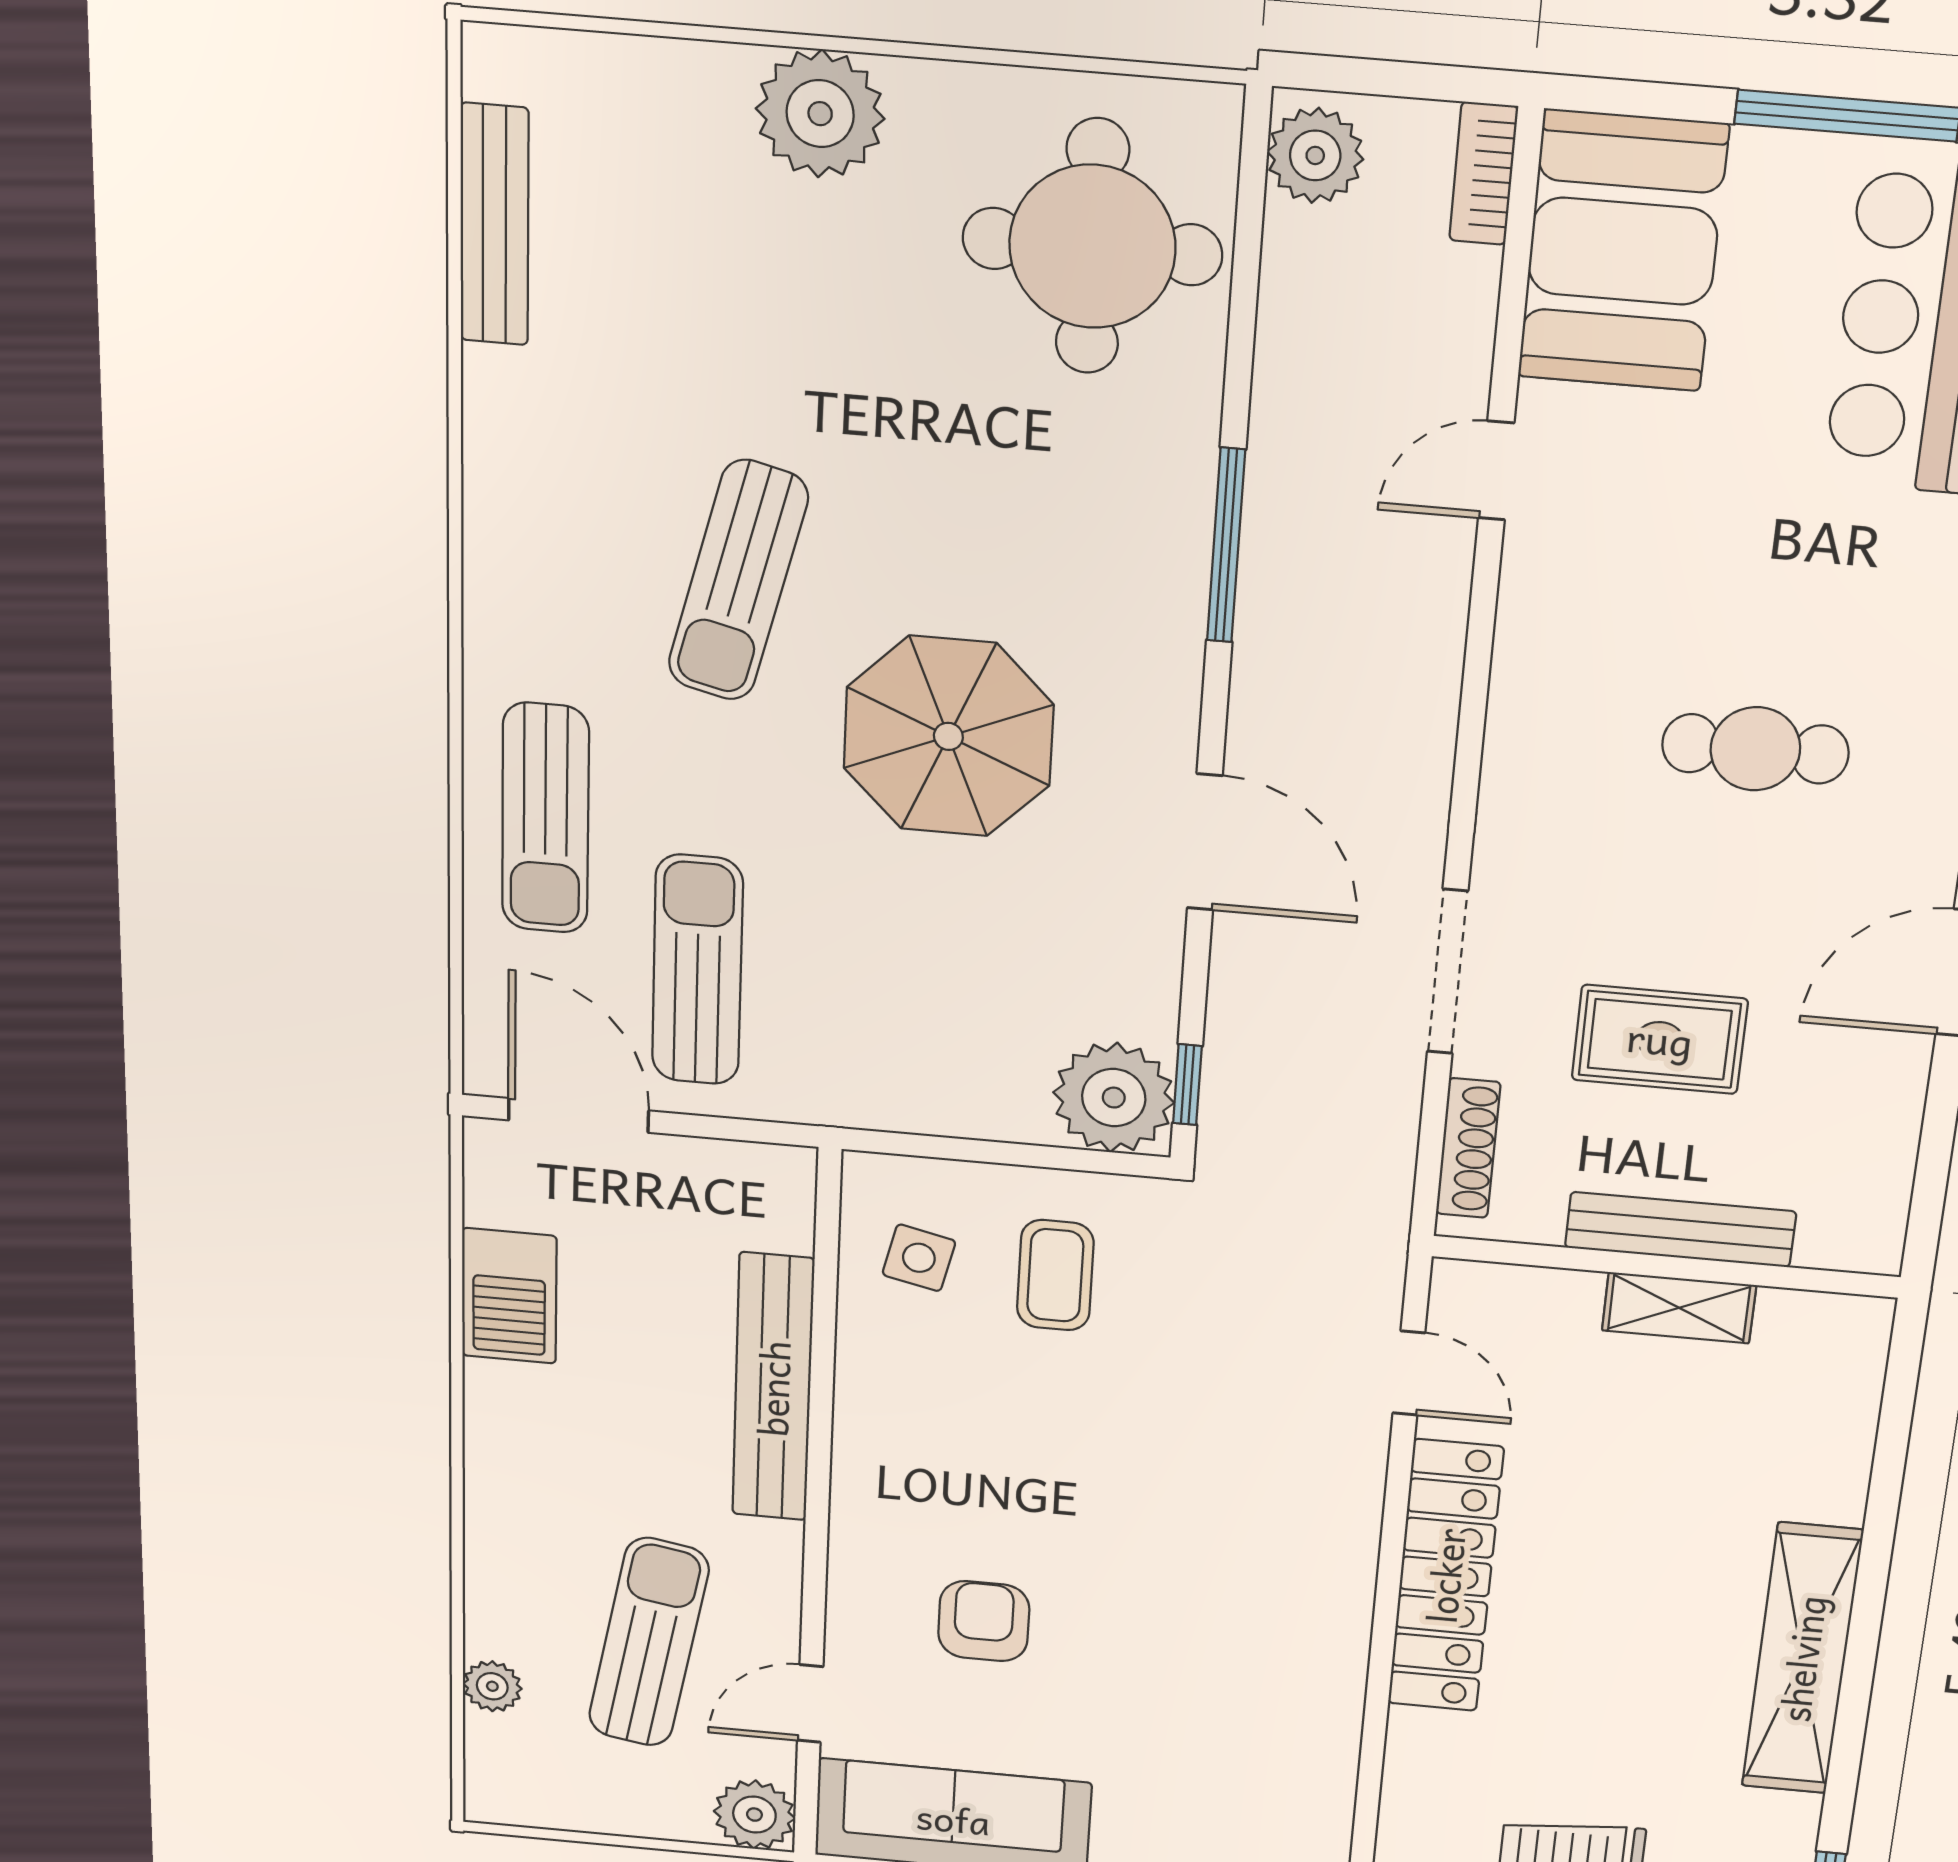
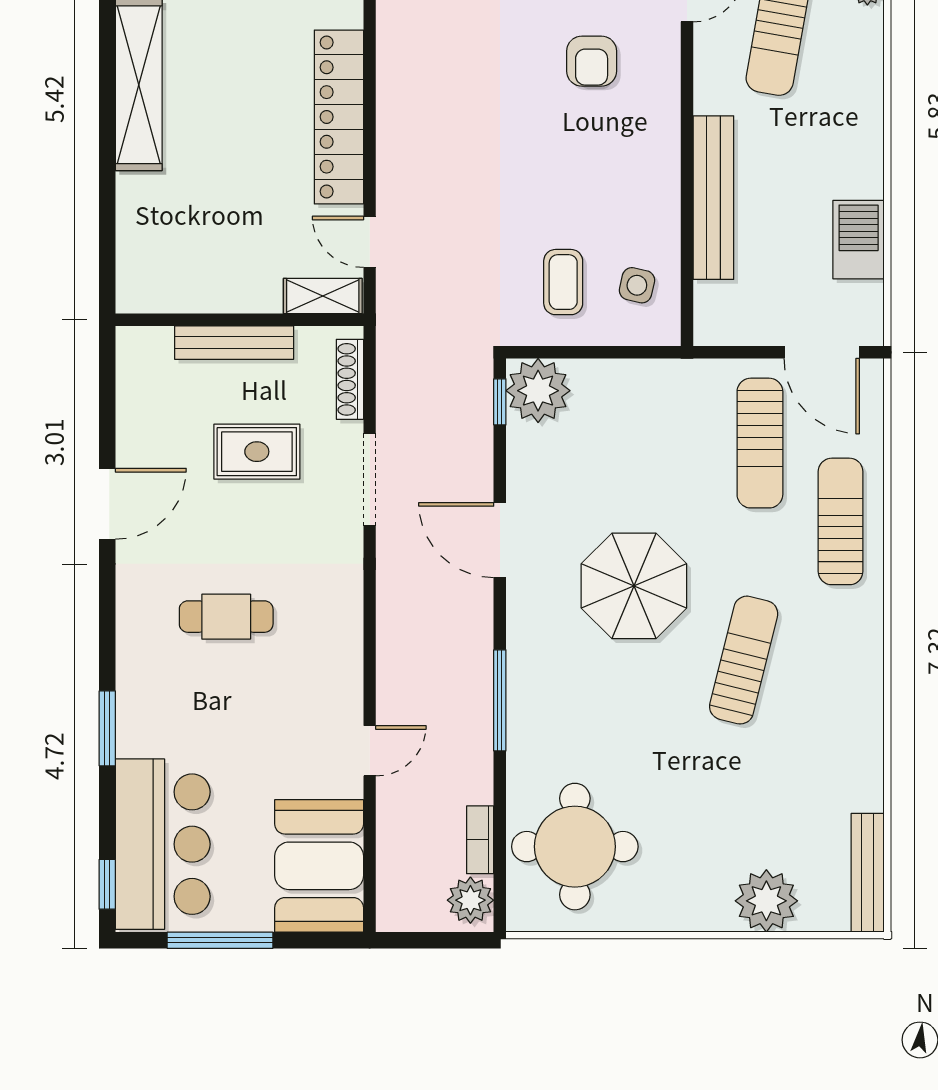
plant: (820, 114) -> (766, 901), moved
bookcase: (1484, 173) -> (480, 840), moved, turned 180
bench: (494, 225) -> (868, 873), moved
shelving: (1679, 1308) -> (323, 296), moved

